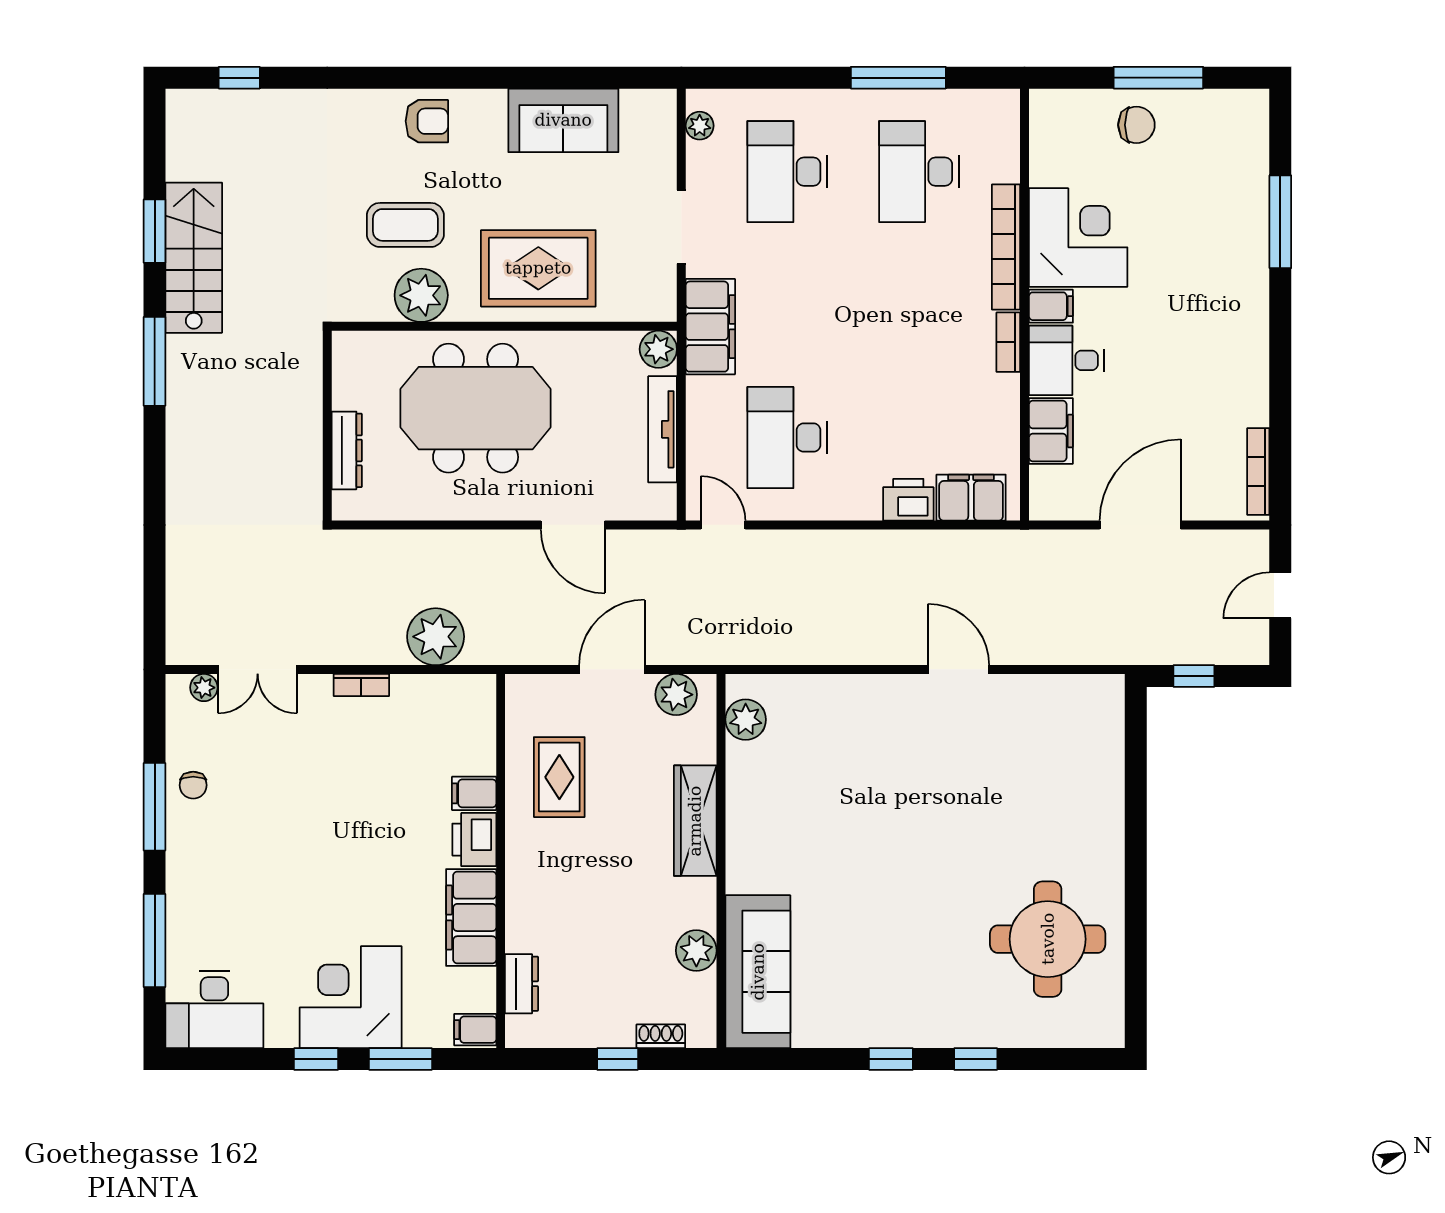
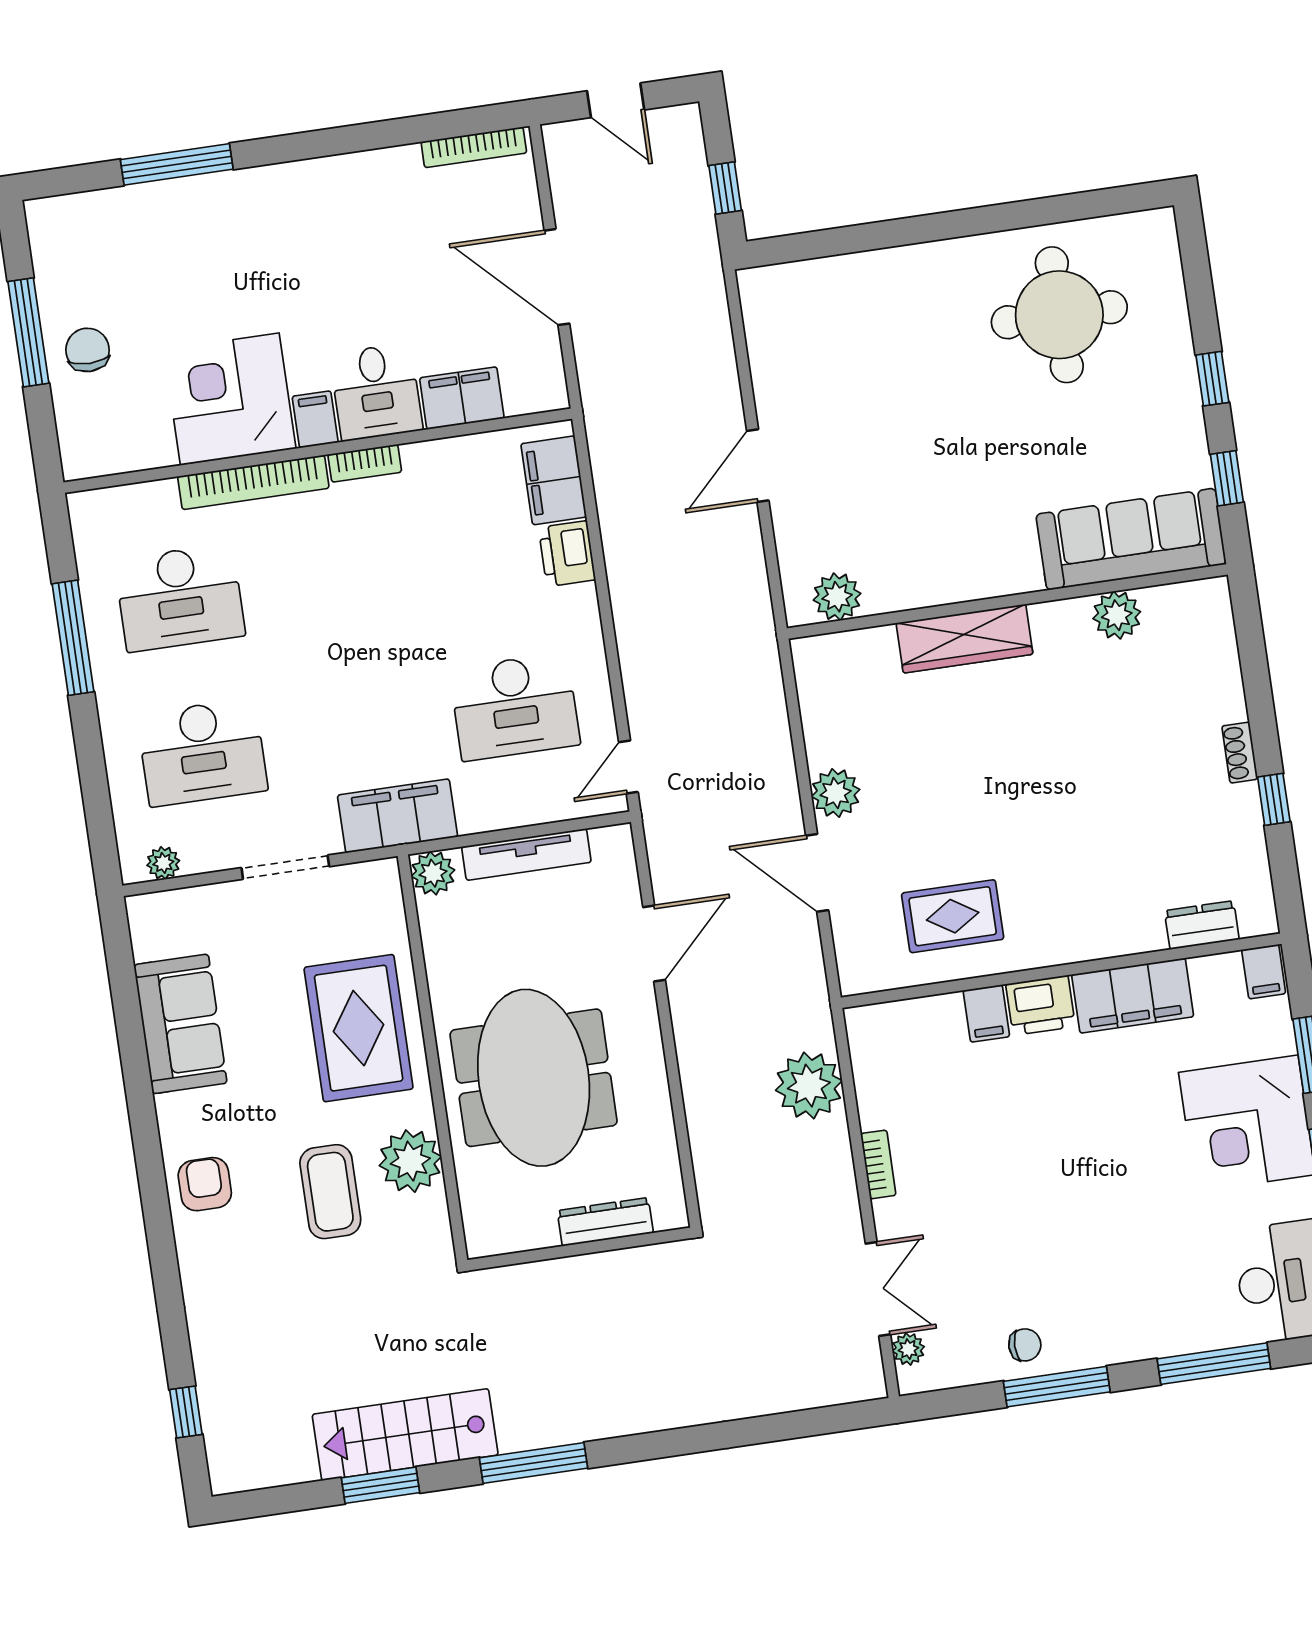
plant: (746, 720) -> (837, 597), moved
wardrobe: (695, 821) -> (964, 639), moved
wall: (721, 861) -> (1007, 601), moved
plant: (696, 951) -> (1117, 615), moved
sofa: (758, 972) -> (1131, 539), moved

